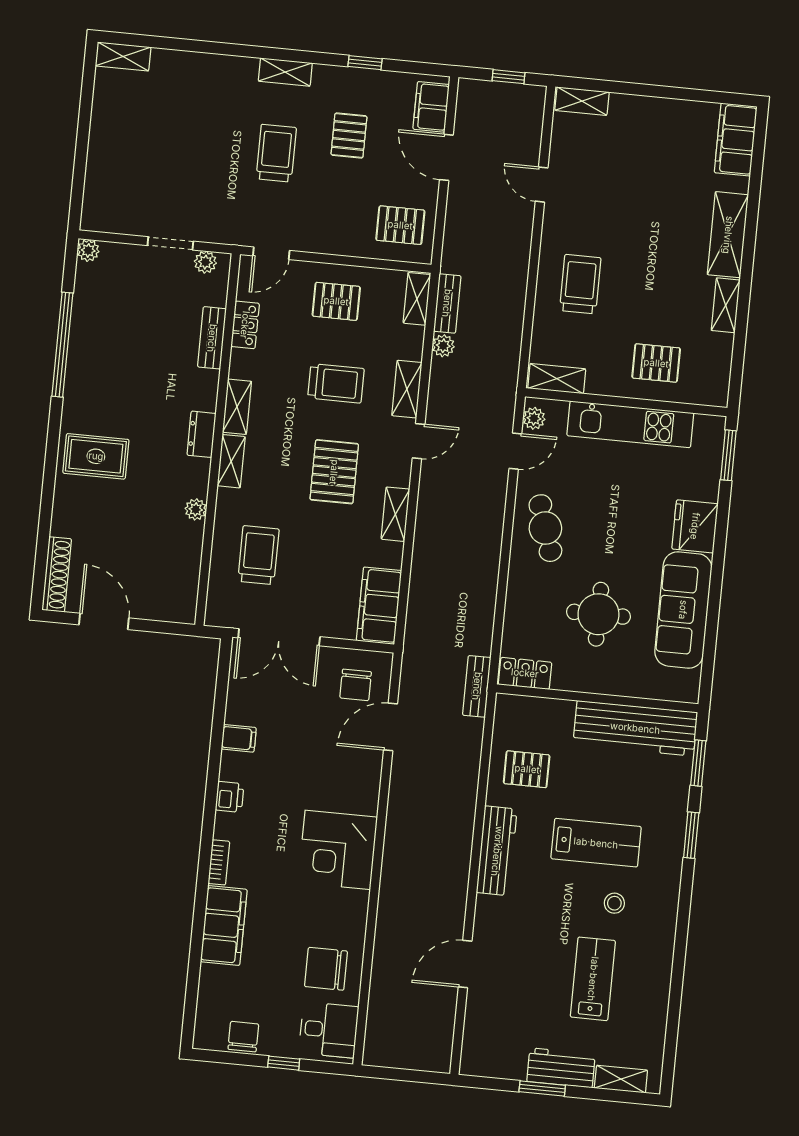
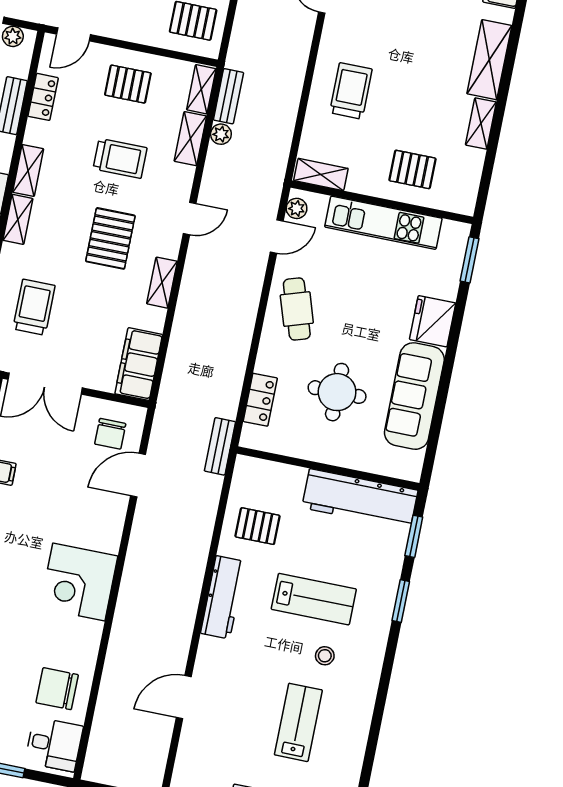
shelving: (407, 389) -> (190, 139), moved
locker: (525, 673) -> (260, 400), moved, turned 90

